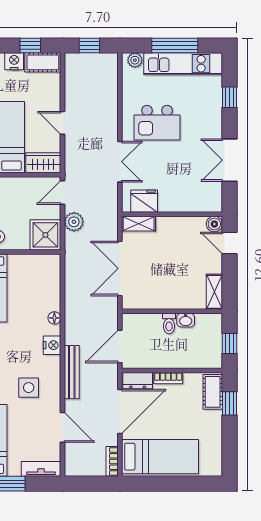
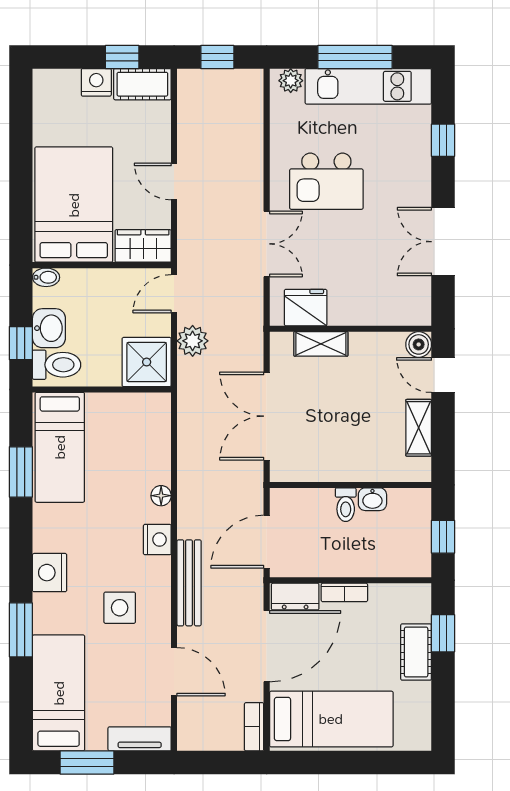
shelving: (139, 224) -> (321, 344), moved
shelving: (214, 292) -> (419, 428), moved
cot: (213, 392) -> (416, 652), moved

